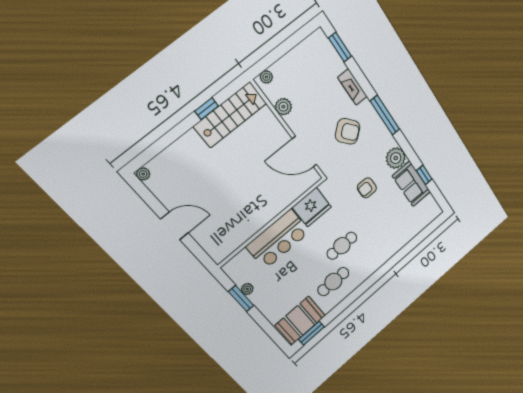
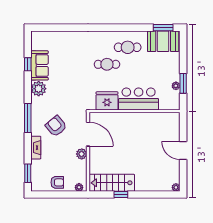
plant: (283, 107) -> (82, 154), moved
armchair: (367, 188) -> (57, 182), moved

